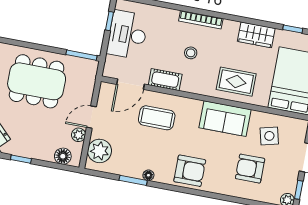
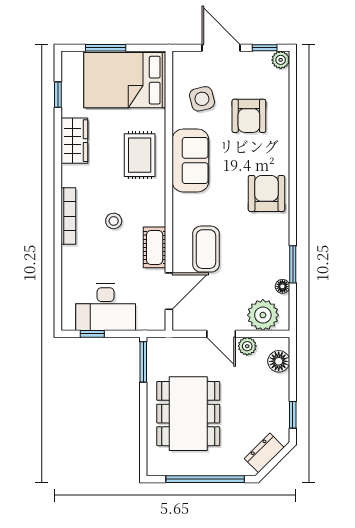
door: (131, 84) -> (169, 291), hinge flipped
floor lamp: (148, 175) -> (282, 286), moved

